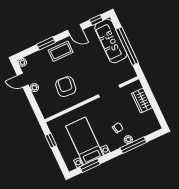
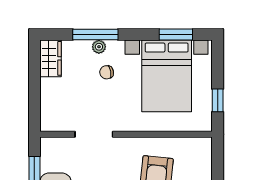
wardrobe: (142, 101) -> (50, 58), moved
bed with nightstands: (85, 141) -> (167, 76), width x1.36

